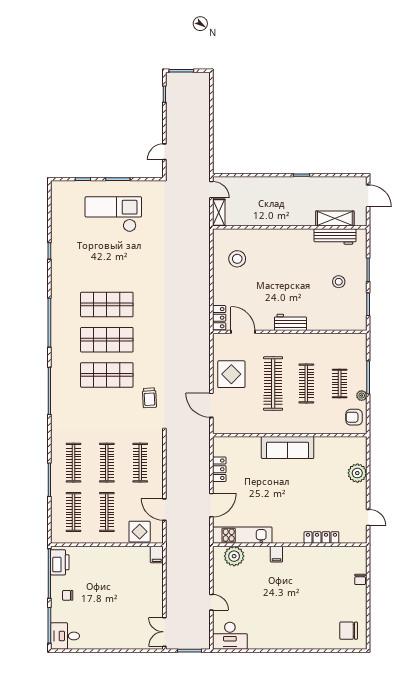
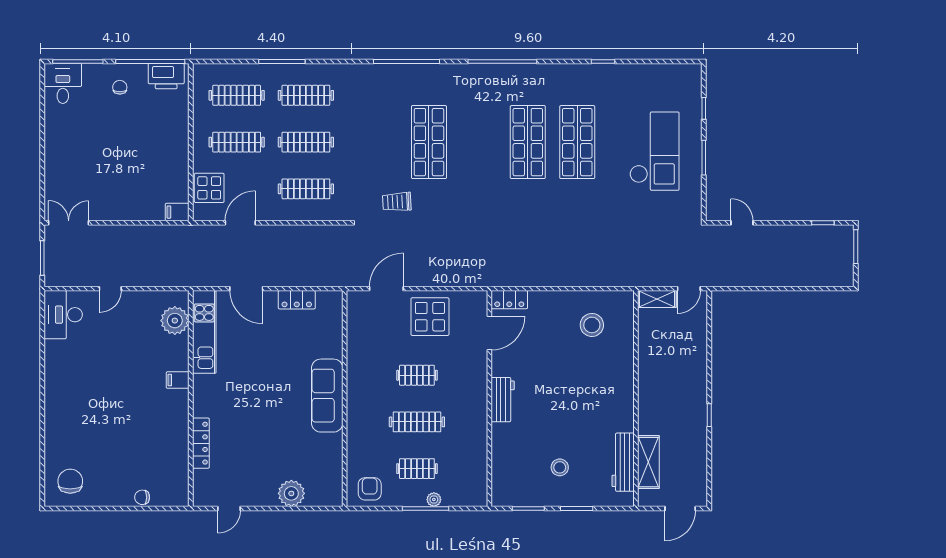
shop shelf: (107, 340) -> (577, 142), moved
clothes rail: (273, 383) -> (417, 375), width x0.54, depth x0.76
plant: (362, 396) -> (434, 500), moved

